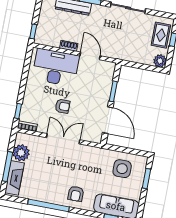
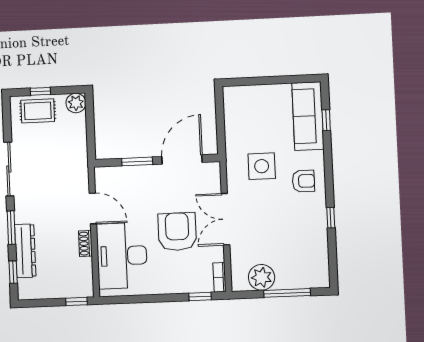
door: (90, 56) -> (93, 208), swing flipped
armchair: (63, 106) -> (177, 232), width x1.88, depth x1.88
side table: (122, 169) -> (262, 166), moved
fireplace: (15, 178) -> (302, 278), removed
window: (147, 179) -> (255, 81), removed
window: (49, 205) -> (331, 218), width x0.32

